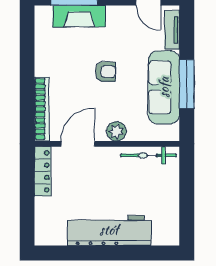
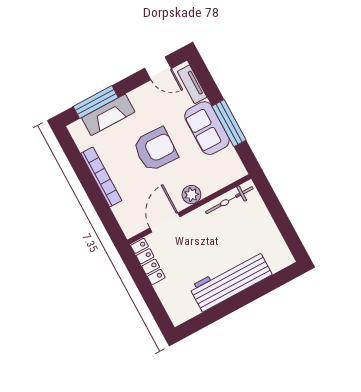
armchair: (106, 72) -> (155, 149), width x1.88, depth x1.88
sofa: (164, 87) -> (207, 128), width x0.73
bookcase: (42, 109) -> (101, 177), moved

